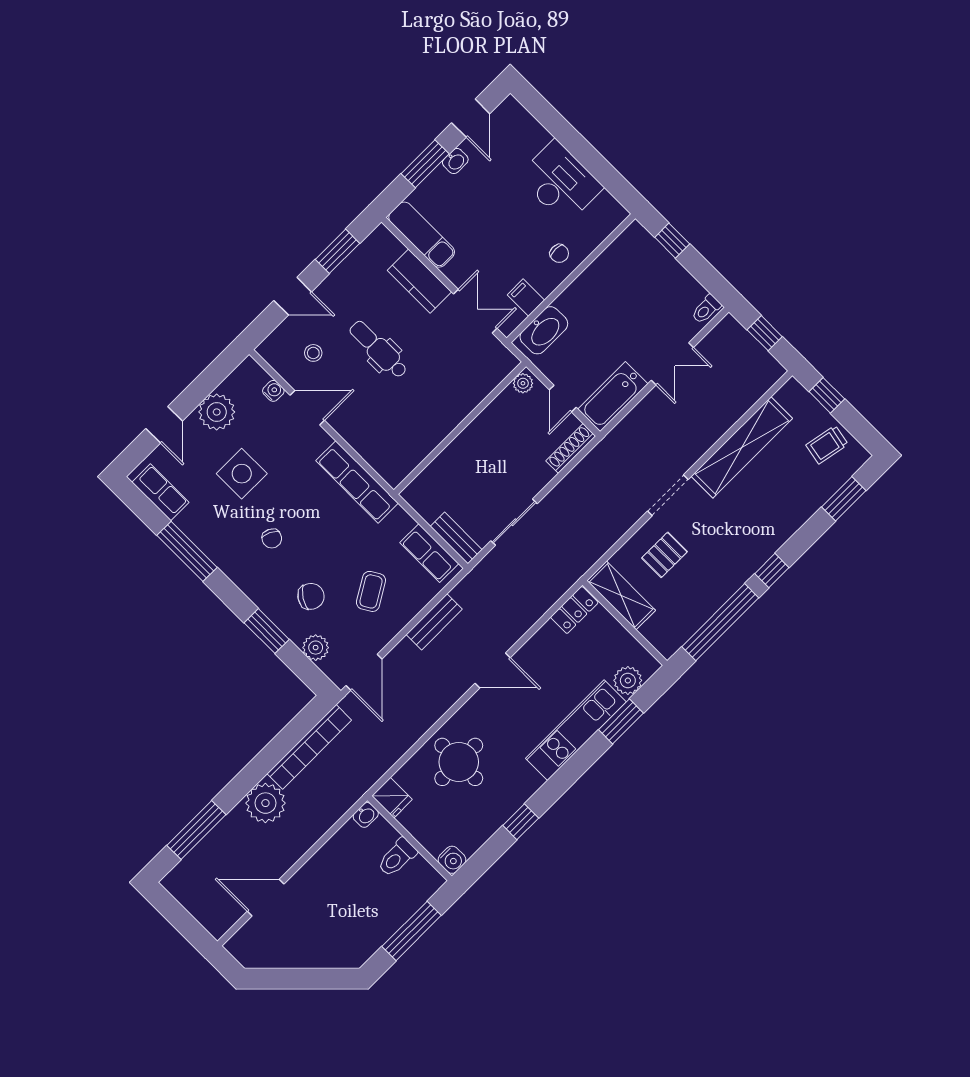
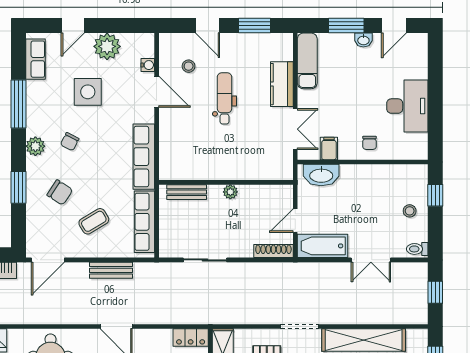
stool: (662, 280) -> (410, 211), added
plant: (523, 383) -> (230, 192), moved
bench: (456, 538) -> (187, 192), moved, turned 90
row of seats: (429, 553) -> (144, 222), width x1.48
plant: (316, 648) -> (35, 146), moved

